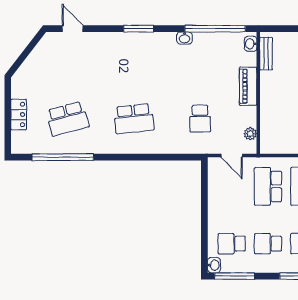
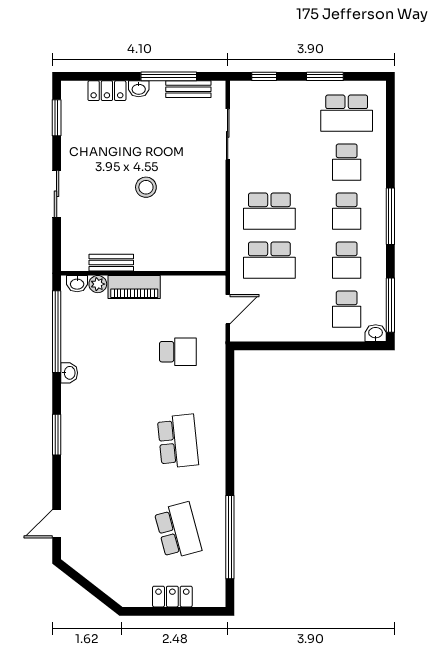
bench: (266, 54) -> (111, 263), moved
plant: (250, 134) -> (98, 284), moved

